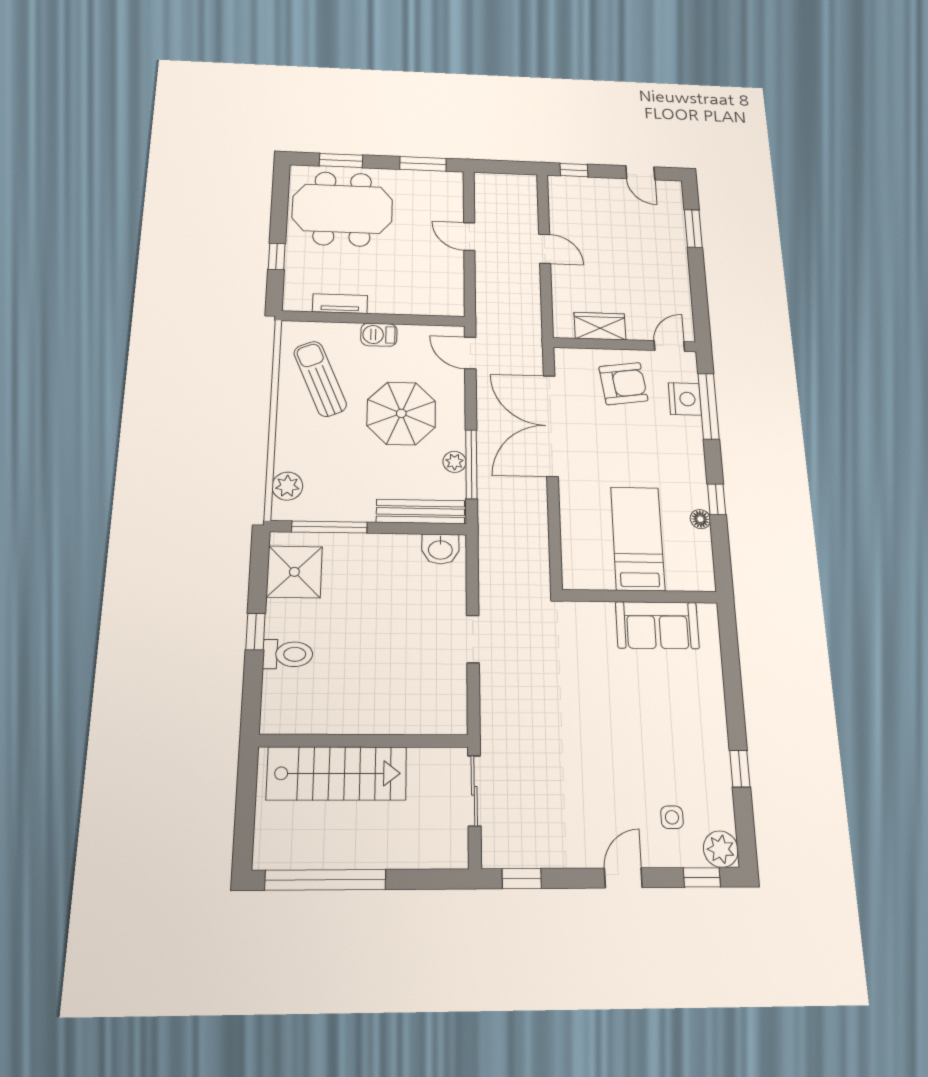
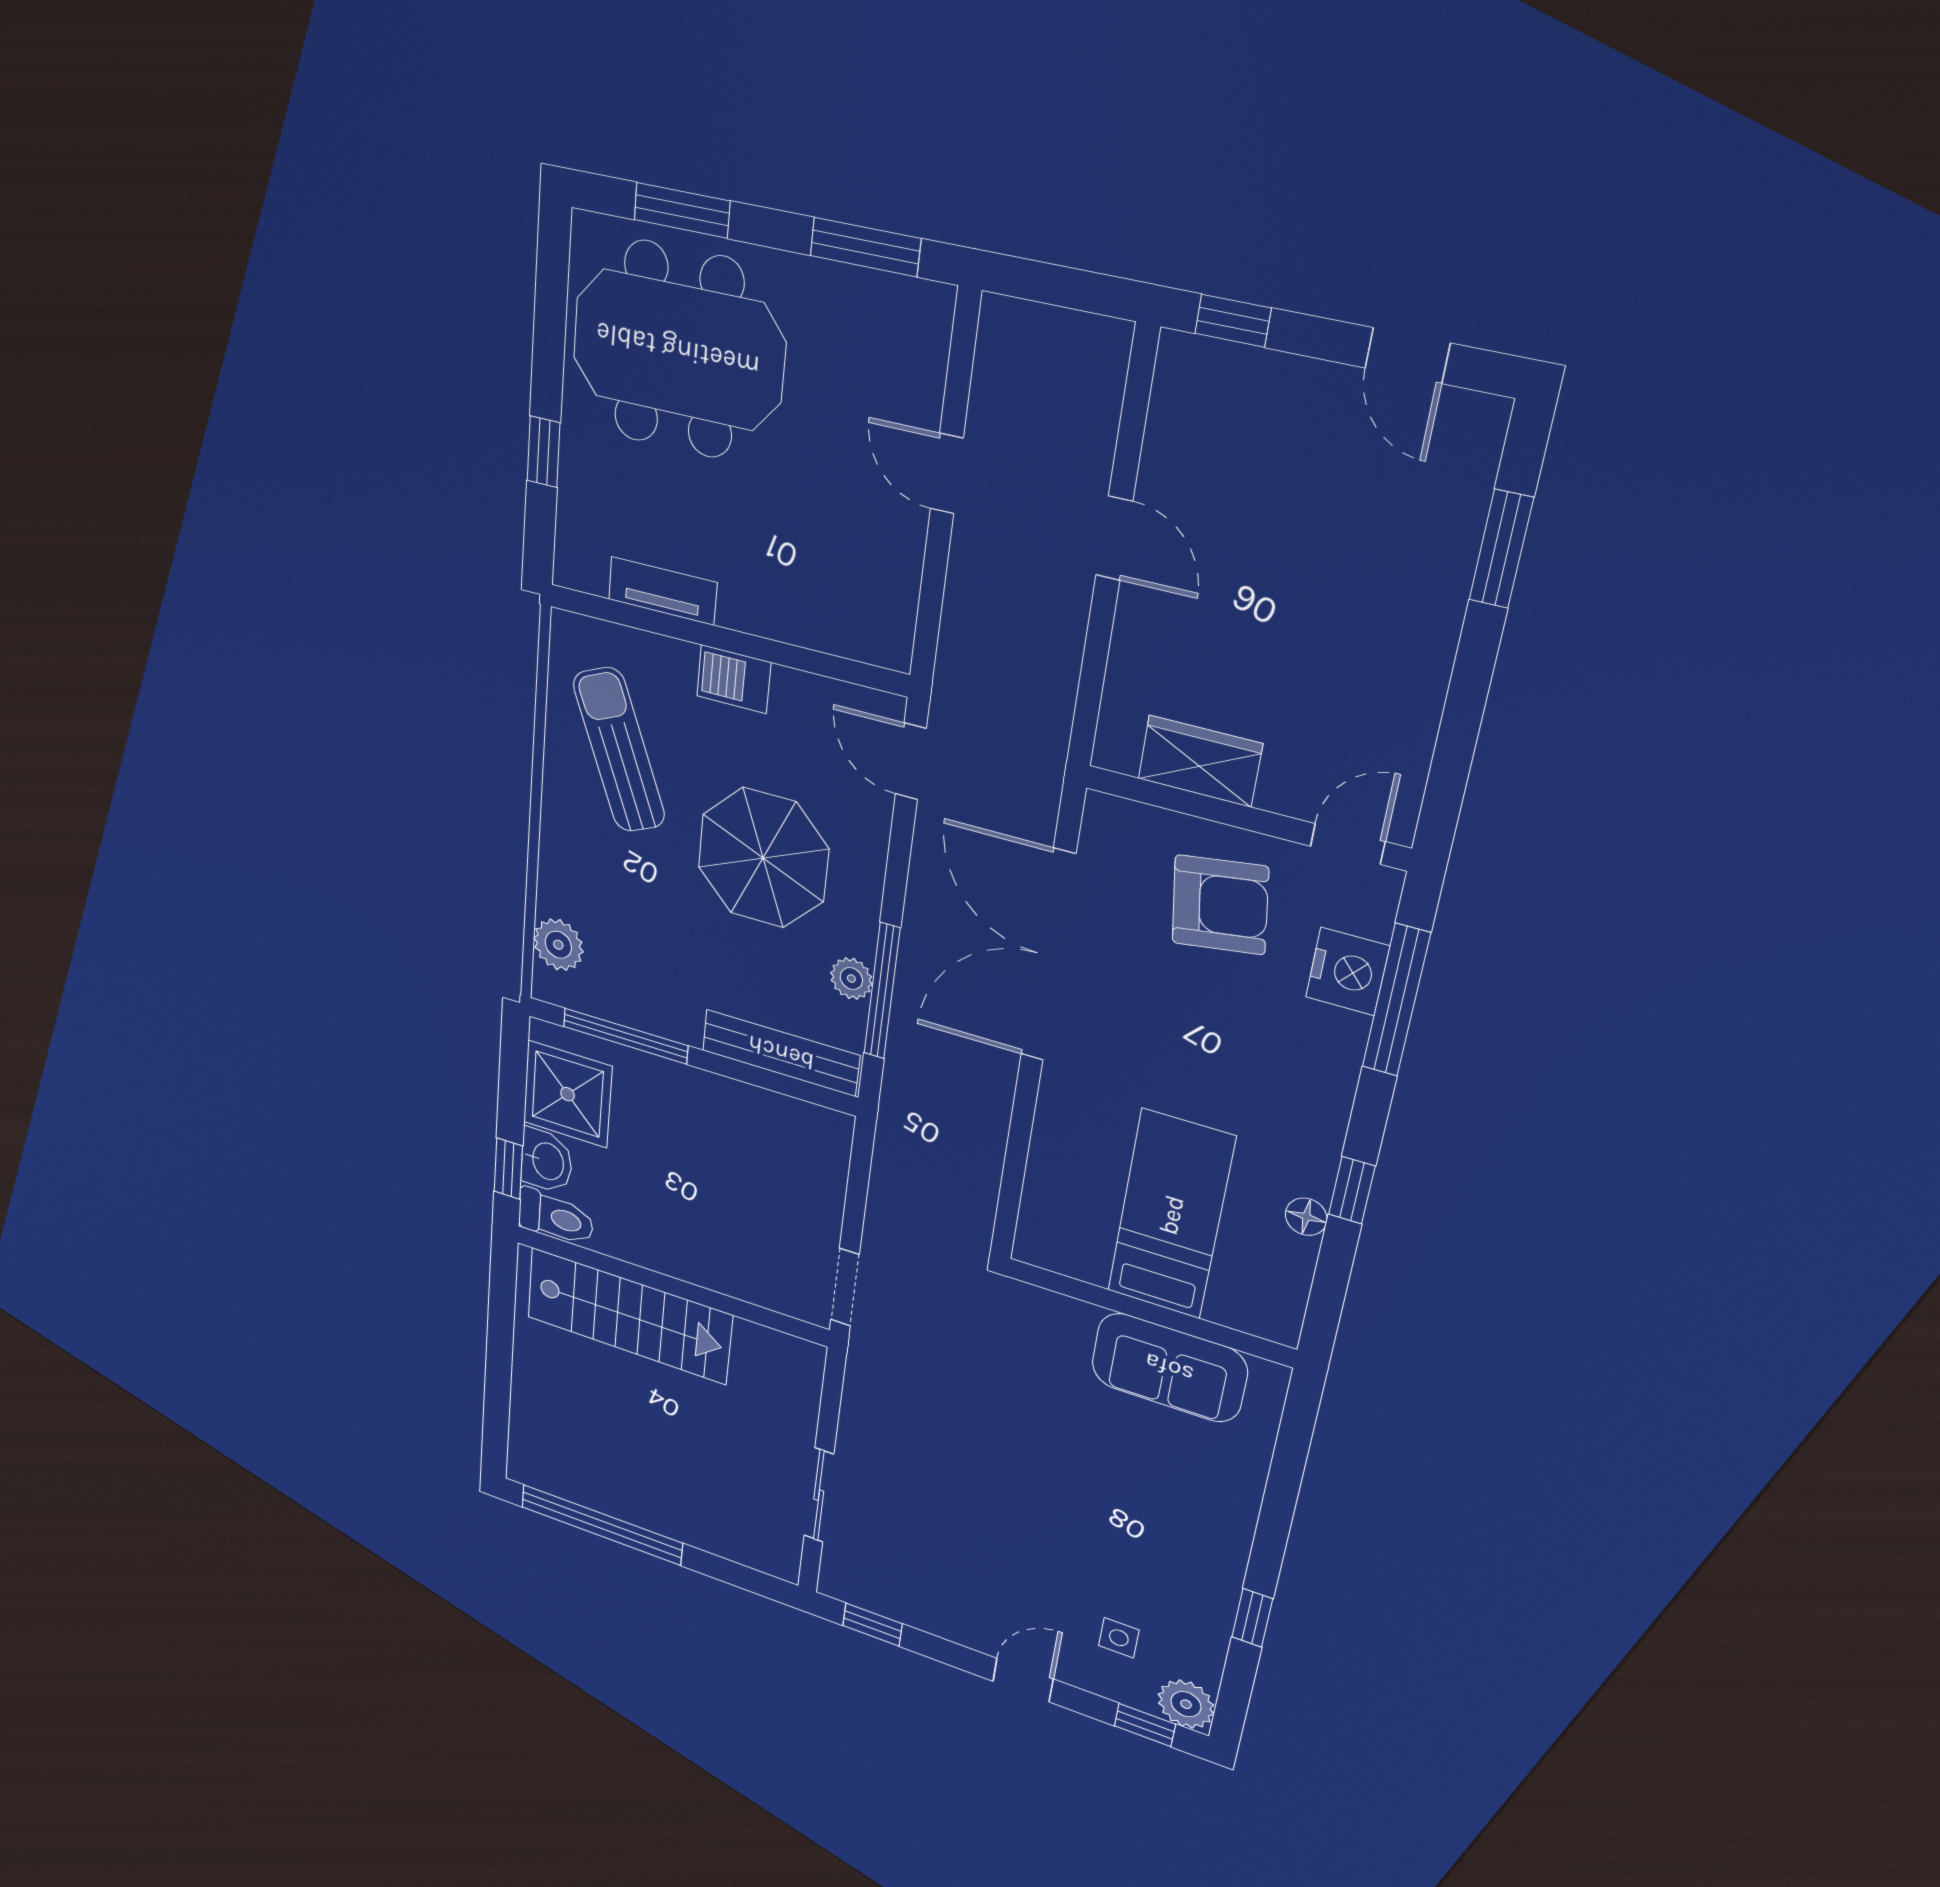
washbasin: (440, 549) -> (547, 1161), moved, turned -90
wall: (364, 741) -> (670, 1286), moved
stairs: (337, 773) -> (629, 1316), moved

